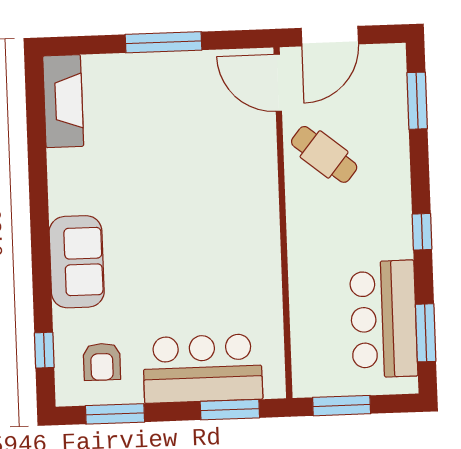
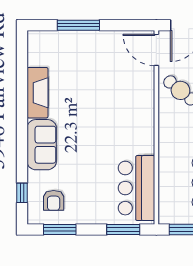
window: (164, 42) -> (78, 25), moved
fireplace: (63, 101) -> (37, 93), moved
bar counter: (203, 369) -> (137, 188), moved, turned -90

